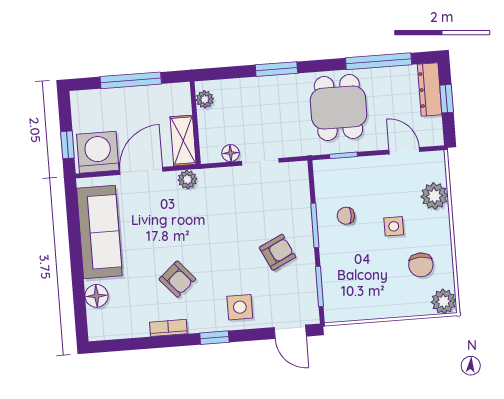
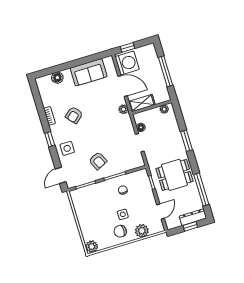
sofa: (99, 232) -> (89, 72), width x0.73
chair: (421, 265) -> (120, 231), moved

